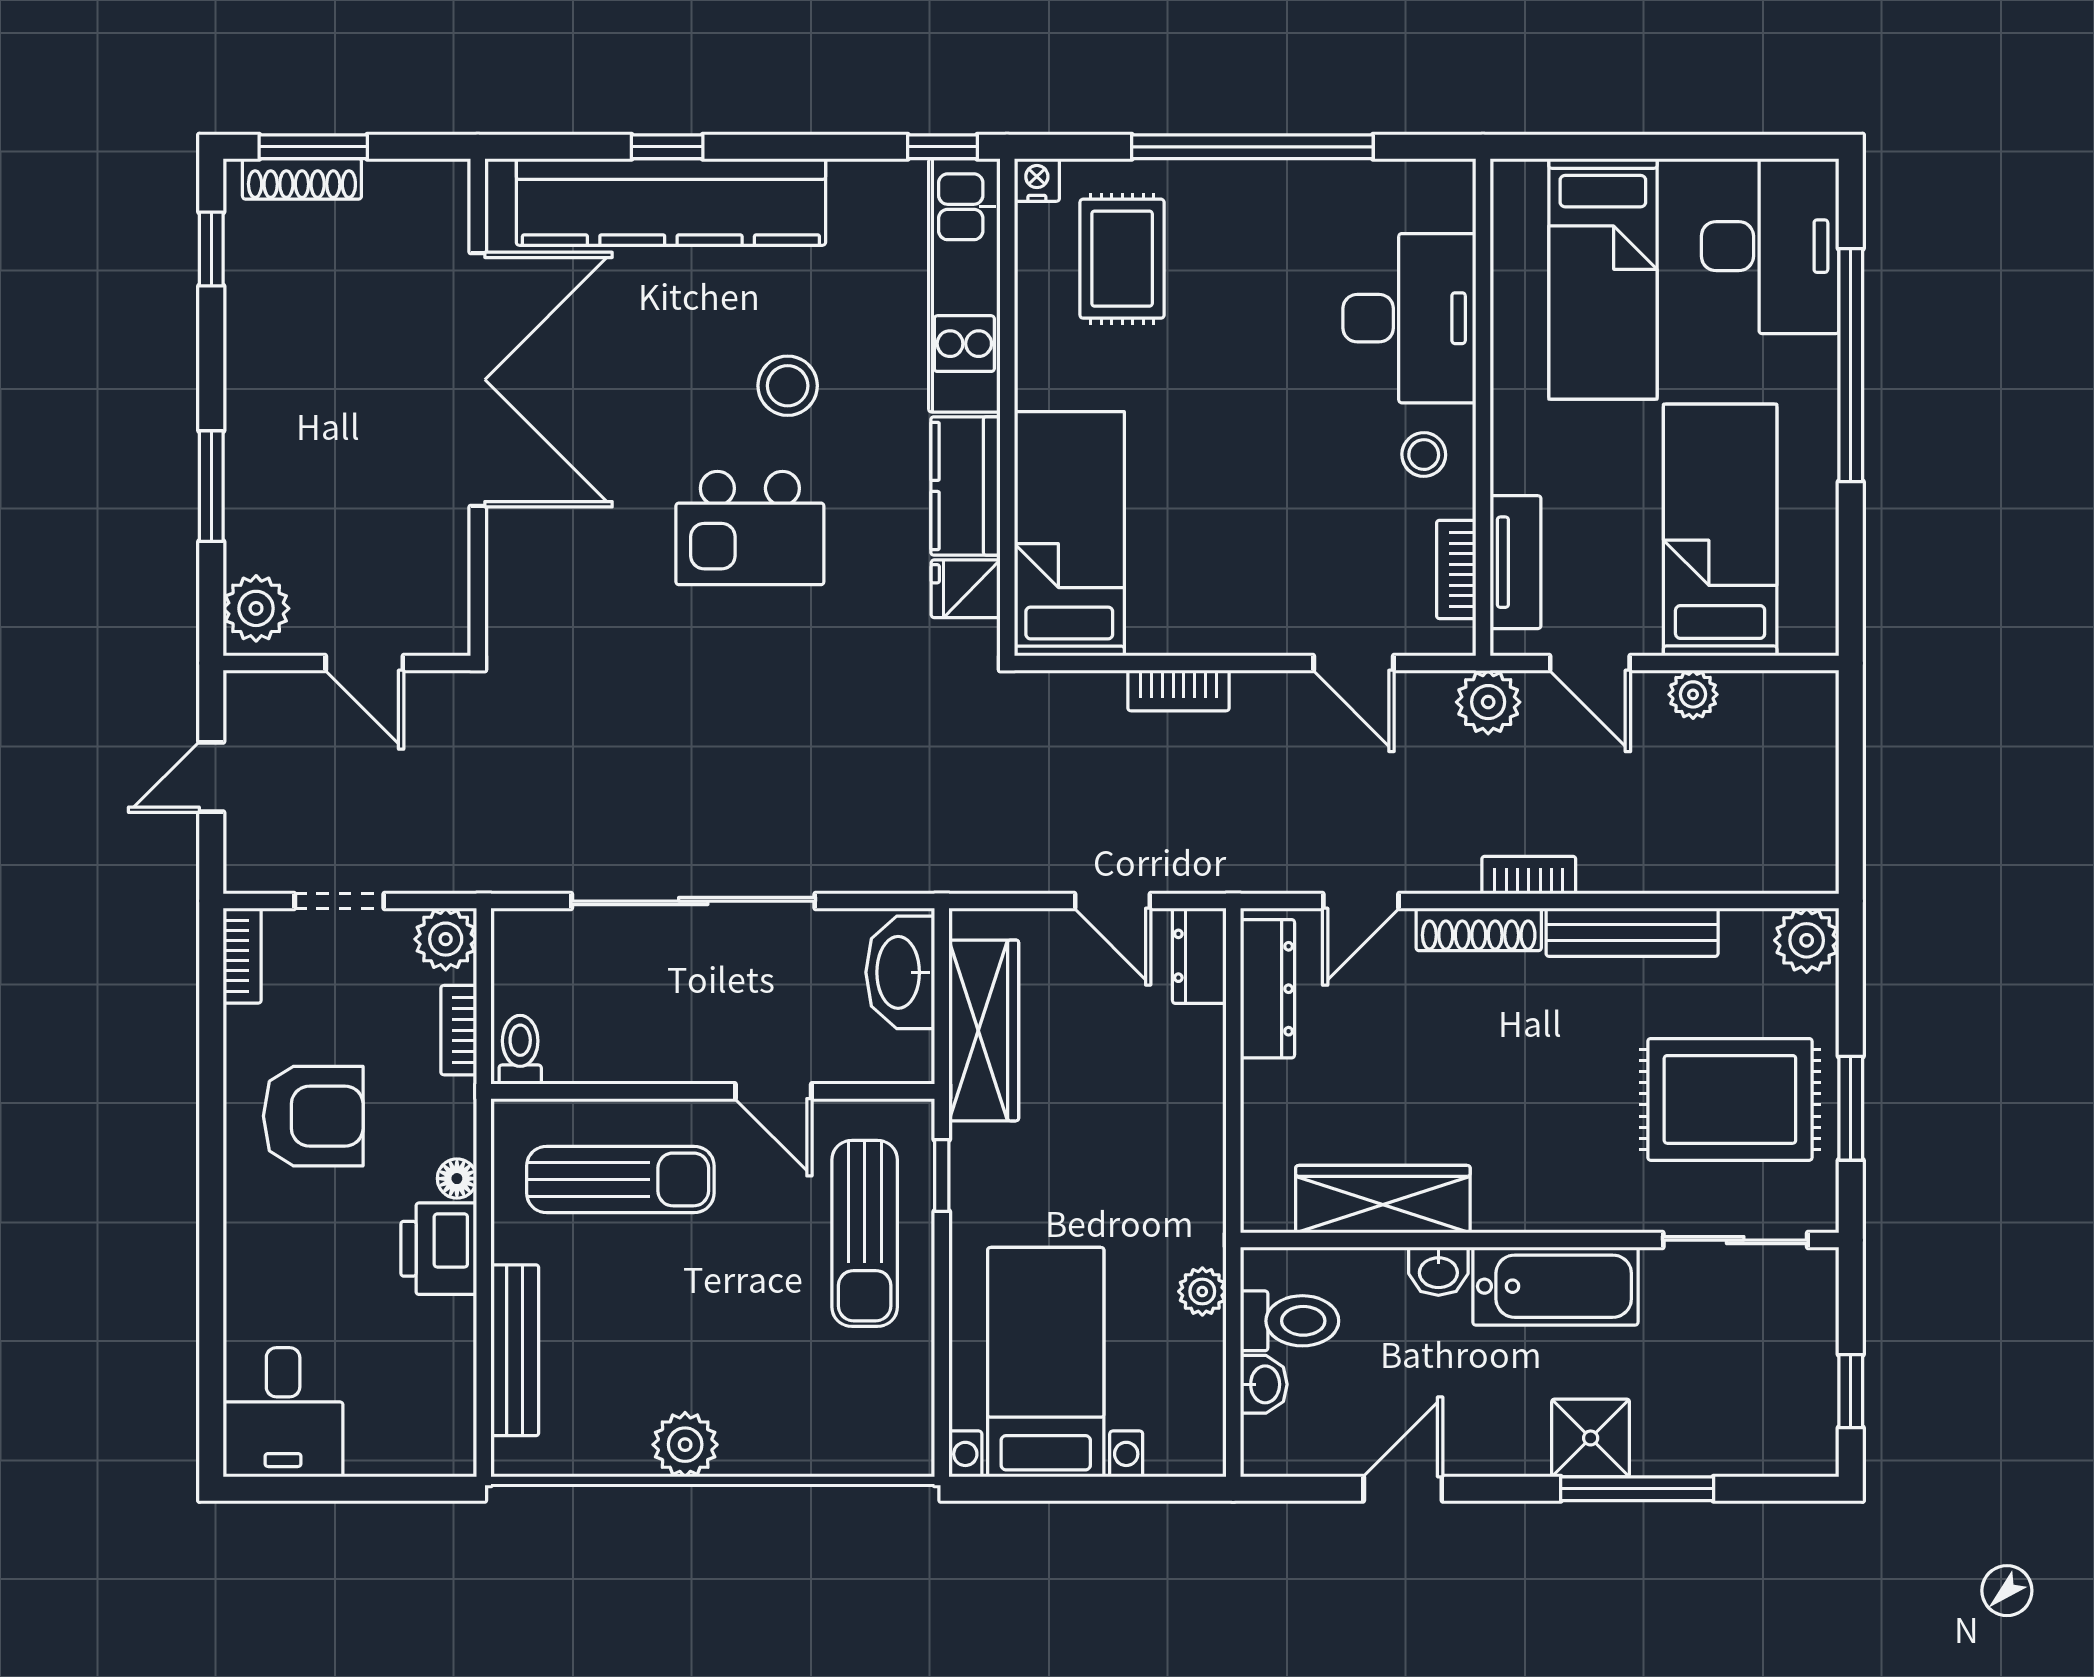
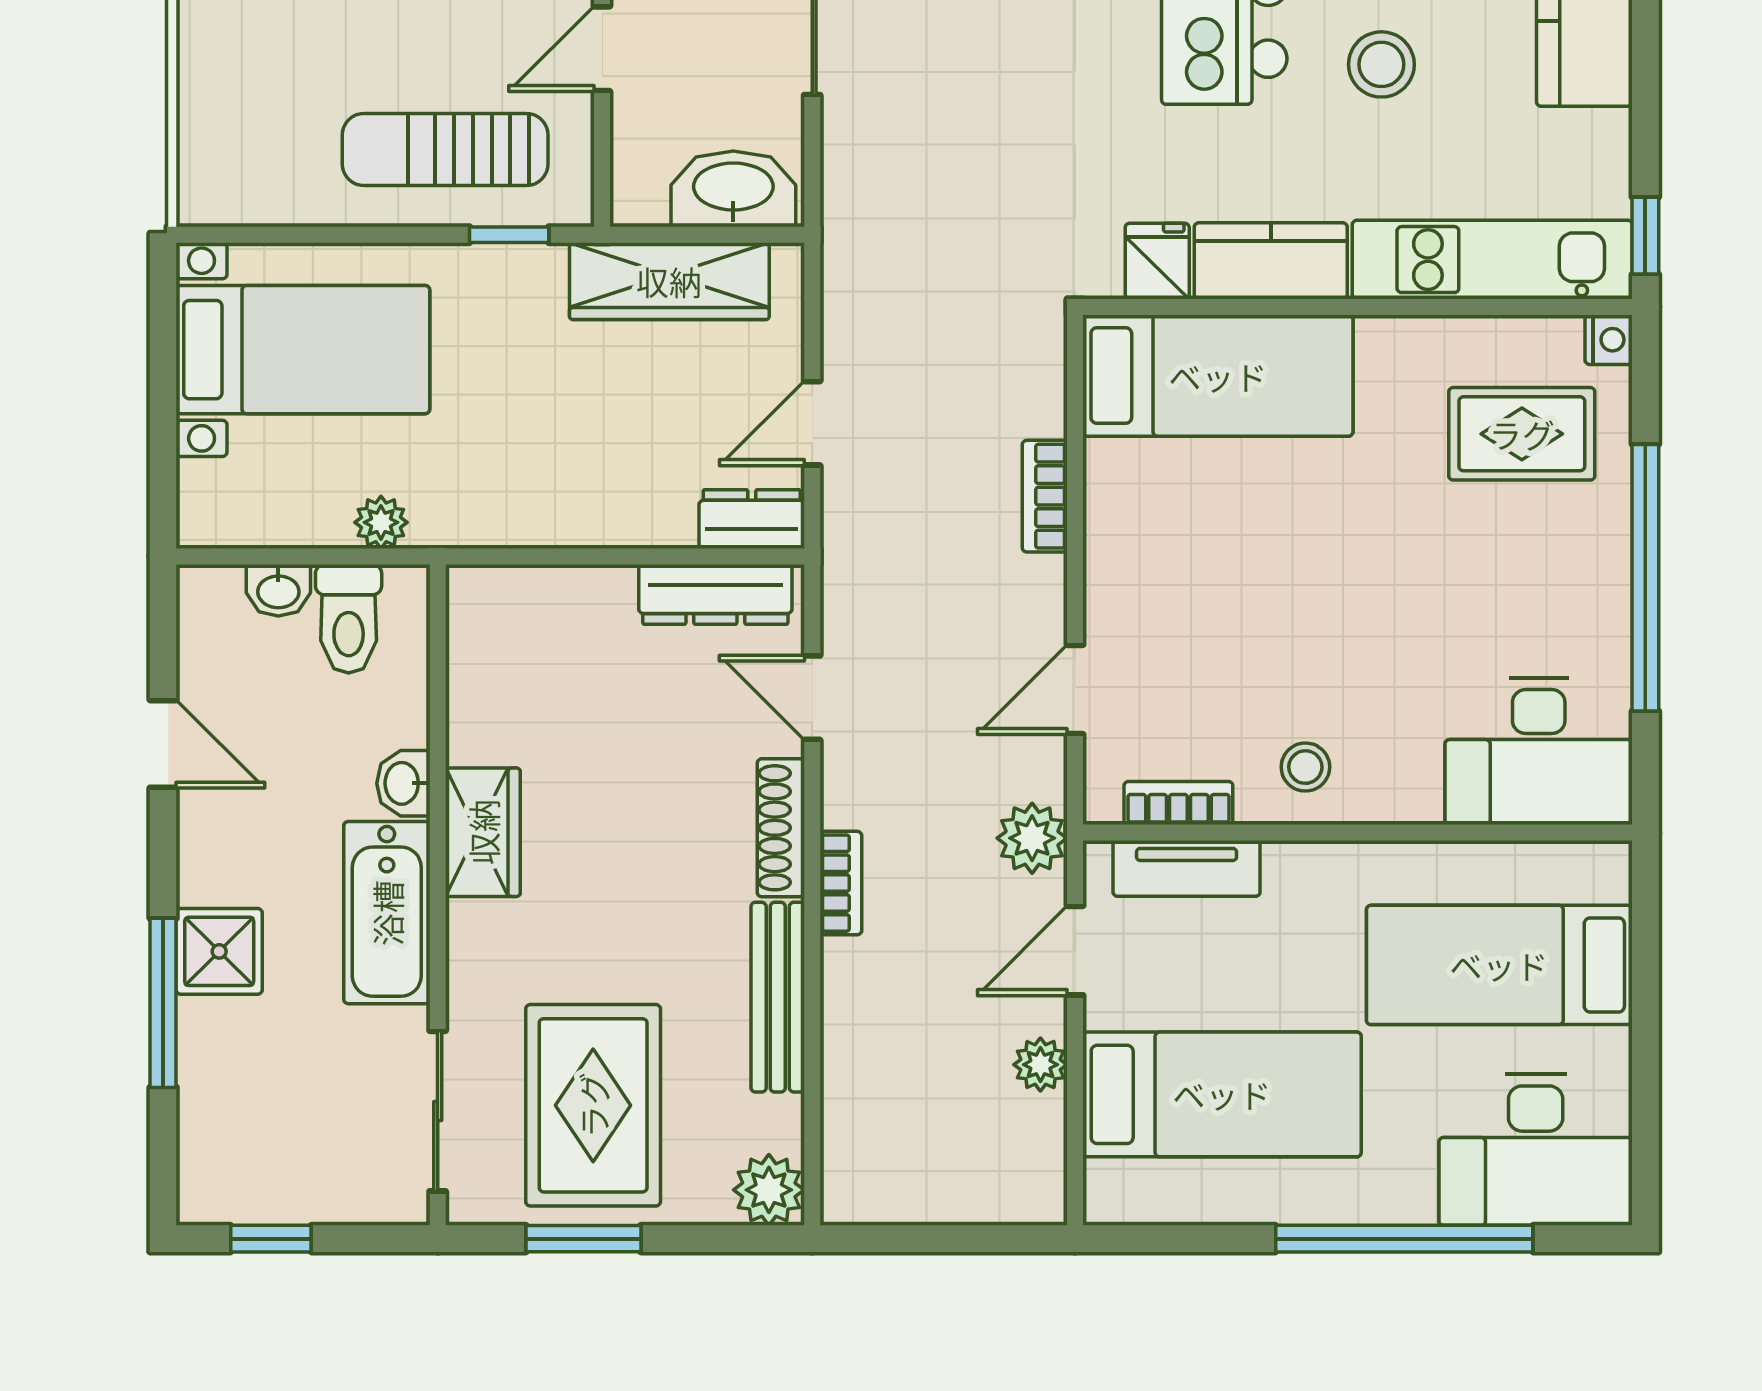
desk: (1409, 318) -> (1539, 751), moved
wardrobe: (1383, 1199) -> (483, 832), moved, width x0.67

